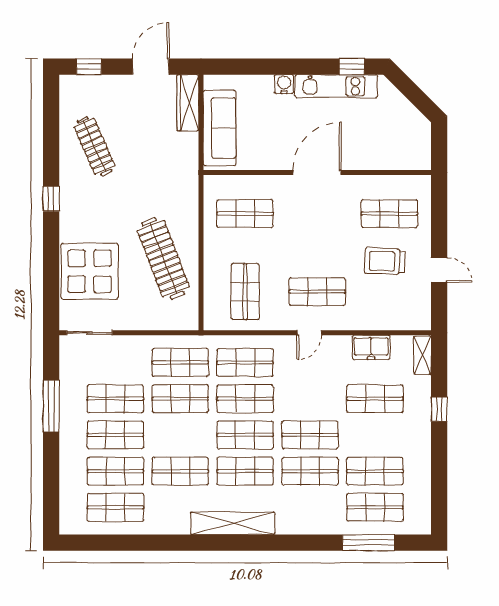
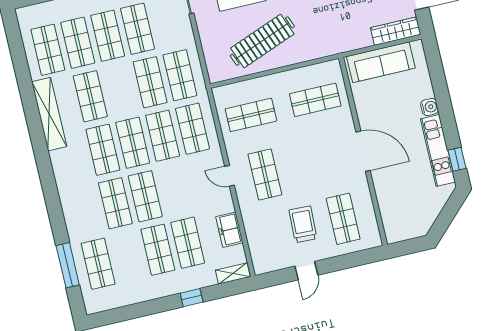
shop shelf: (245, 214) -> (315, 100), turned 90
shop shelf: (375, 471) -> (158, 250), moved
shelving: (233, 523) -> (49, 114), moved

